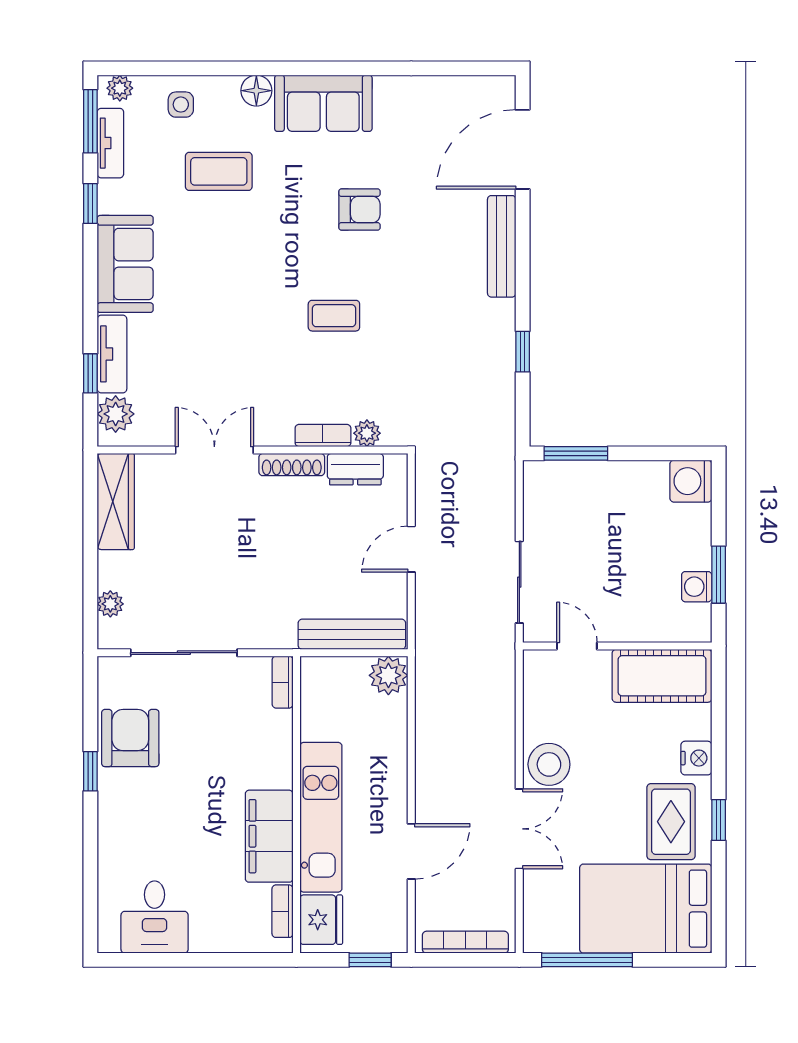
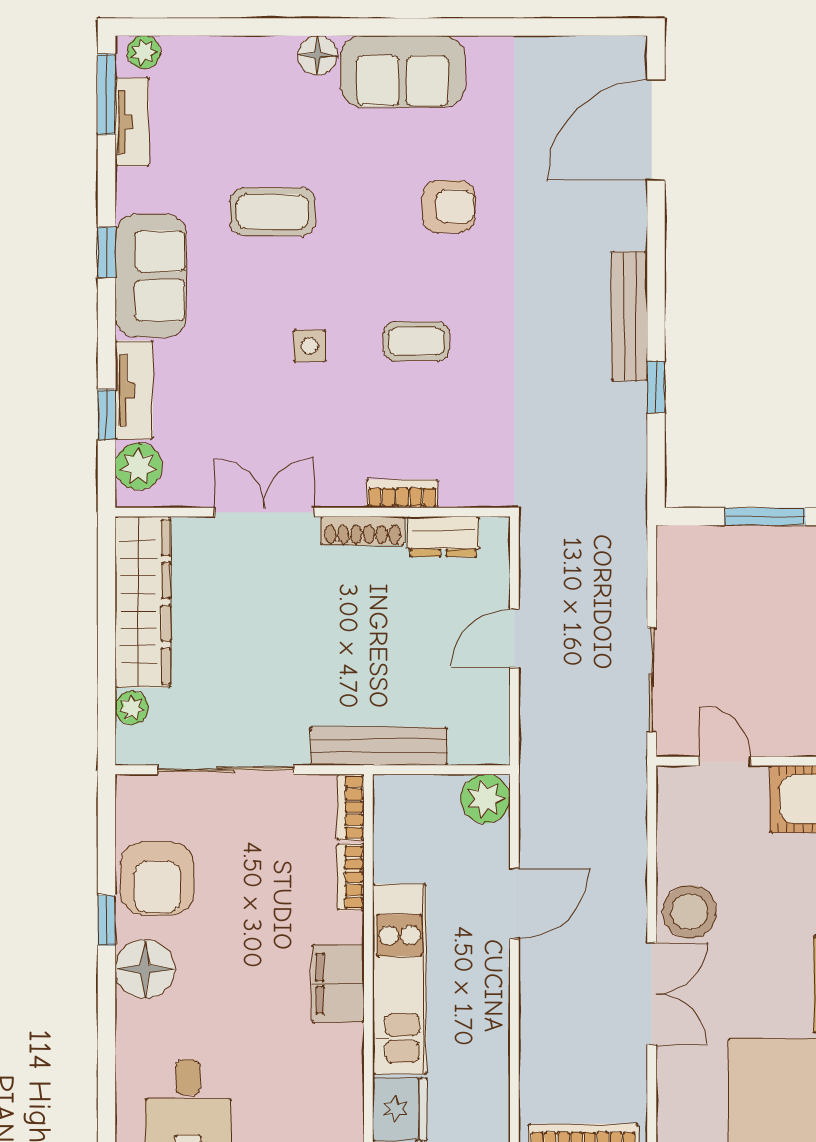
side table: (181, 105) -> (309, 346), moved
coffee table: (219, 171) -> (273, 212), moved
window: (90, 203) -> (106, 252), moved
bench: (502, 246) -> (629, 316), moved
plant: (367, 433) -> (458, 491), removed
window: (576, 453) -> (765, 516), moved
wardrobe: (116, 501) -> (143, 602), width x1.40, depth x1.17
bench: (352, 634) -> (379, 746), moved
armchair: (130, 738) -> (157, 878), turned 180
floor lamp: (120, 809) -> (145, 969), added
filing cabinet: (269, 836) -> (338, 984), width x0.67, depth x0.86
door: (411, 851) -> (514, 903), moved
bookcase: (283, 911) -> (351, 877), moved

